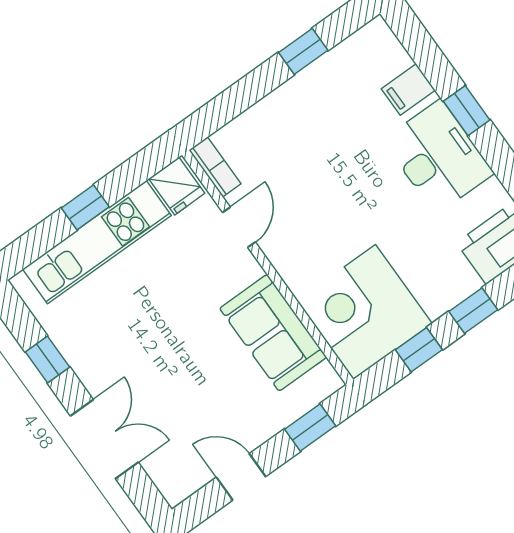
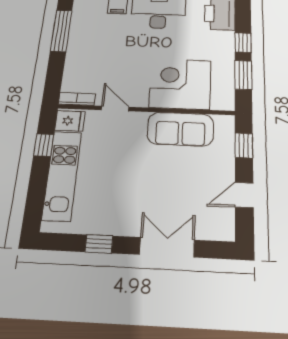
window: (303, 51) -> (61, 31), width x2.17
window: (85, 207) -> (44, 145), moved
corner desk: (365, 312) -> (180, 84), moved, turned 90
window: (419, 350) -> (243, 75), width x1.50

